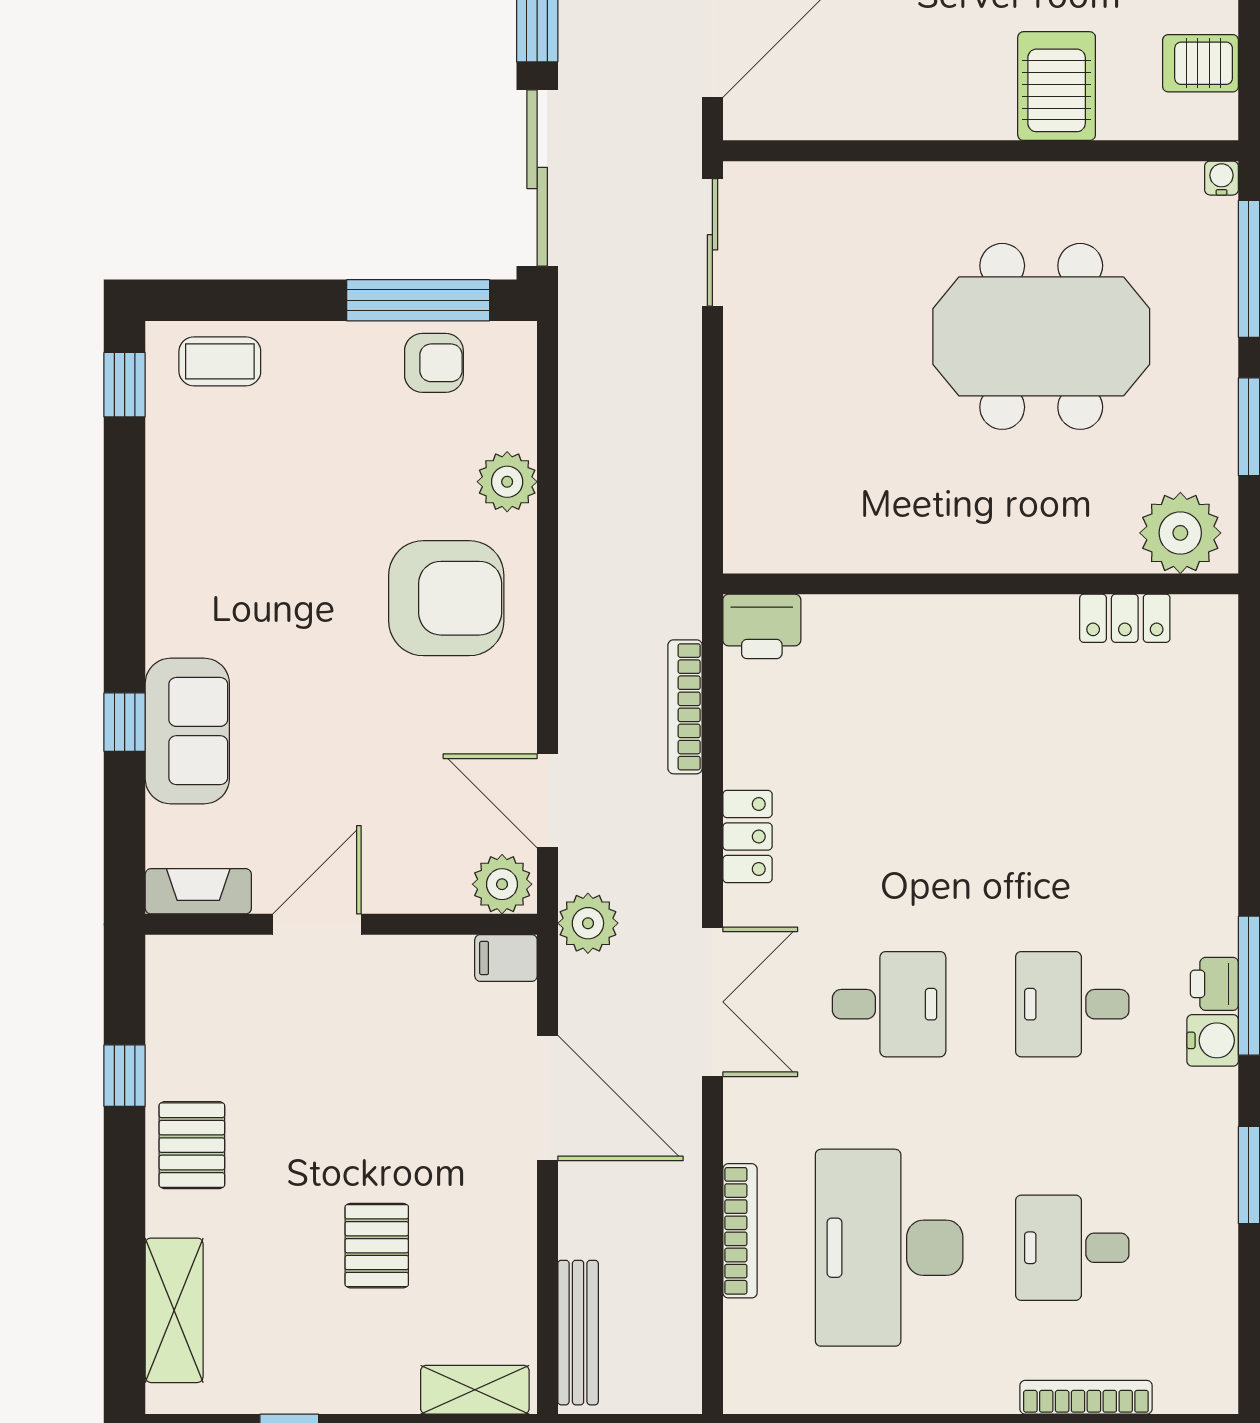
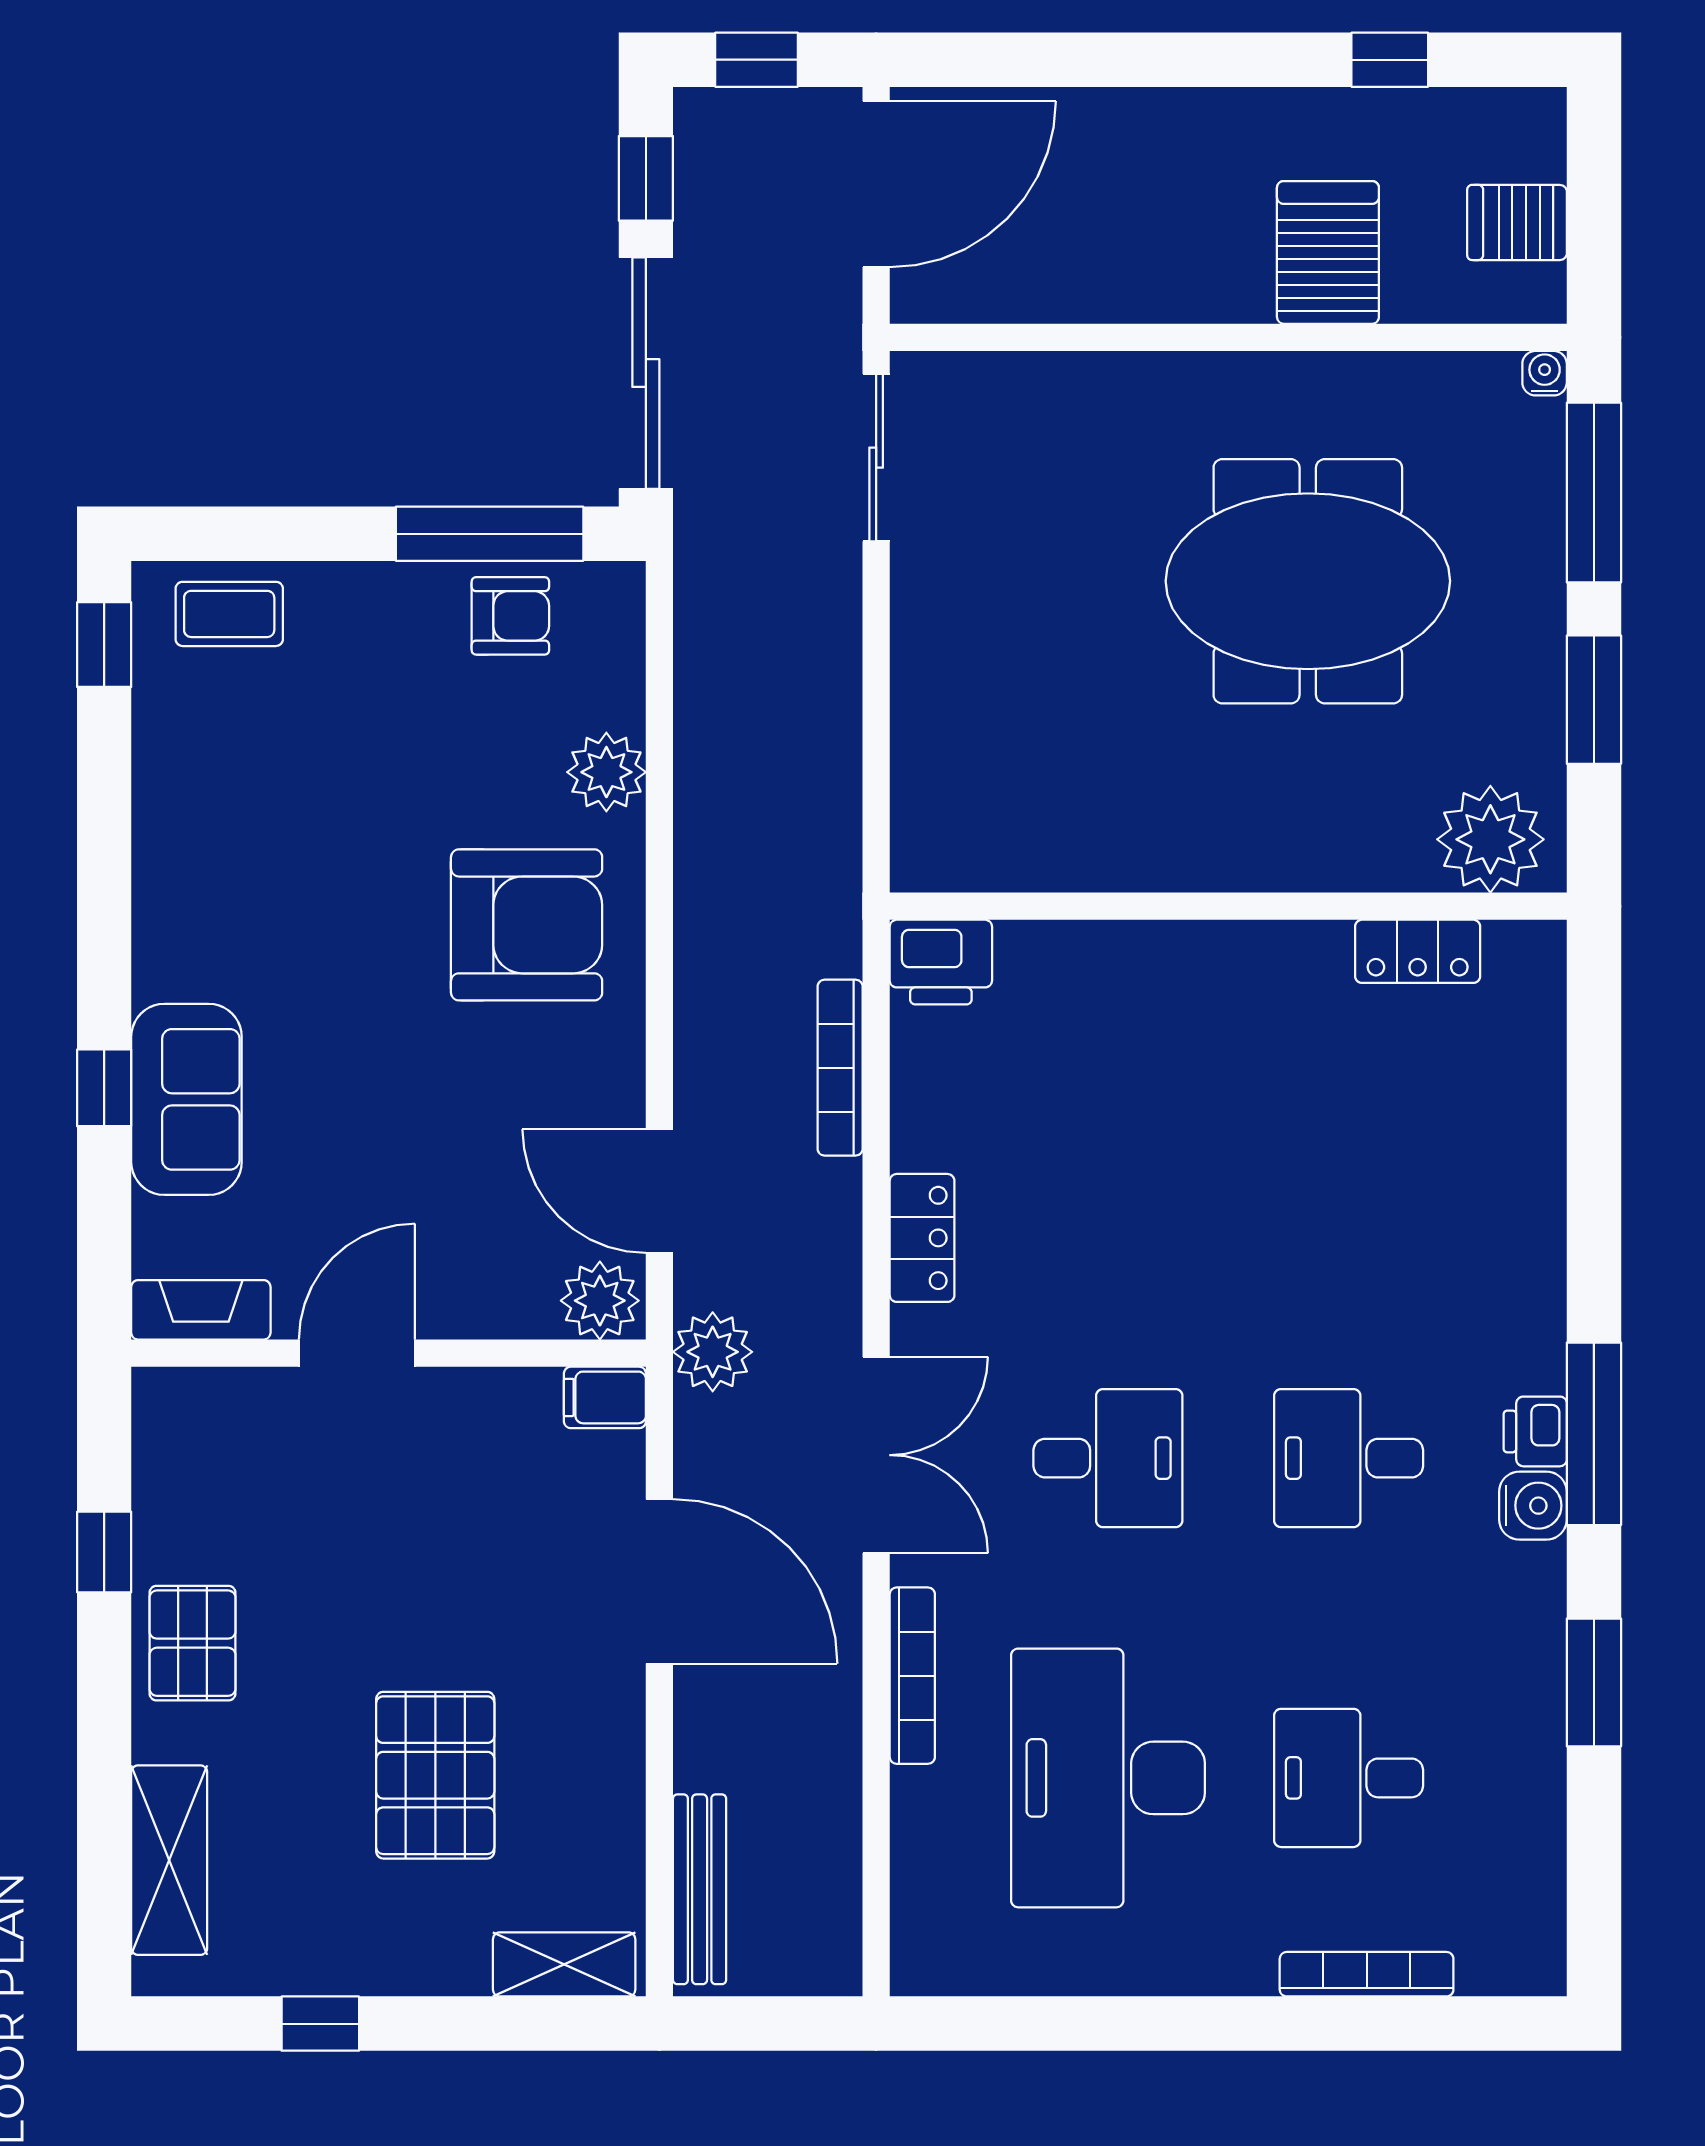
bookcase: (740, 1231) -> (912, 1676), moved
pallet: (377, 1246) -> (435, 1775), width x1.50, depth x1.42

